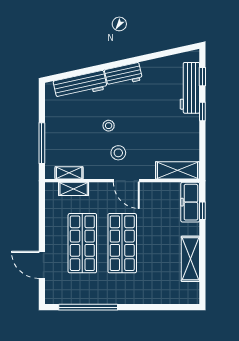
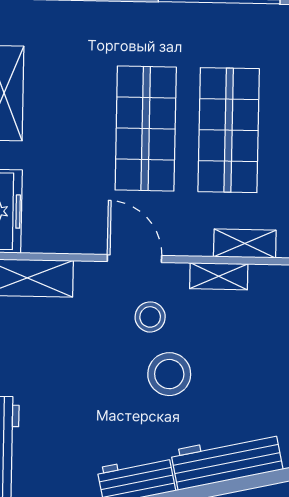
stool: (109, 126) -> (169, 374), width x1.89, depth x1.89
shelving: (69, 173) -> (219, 276), moved

